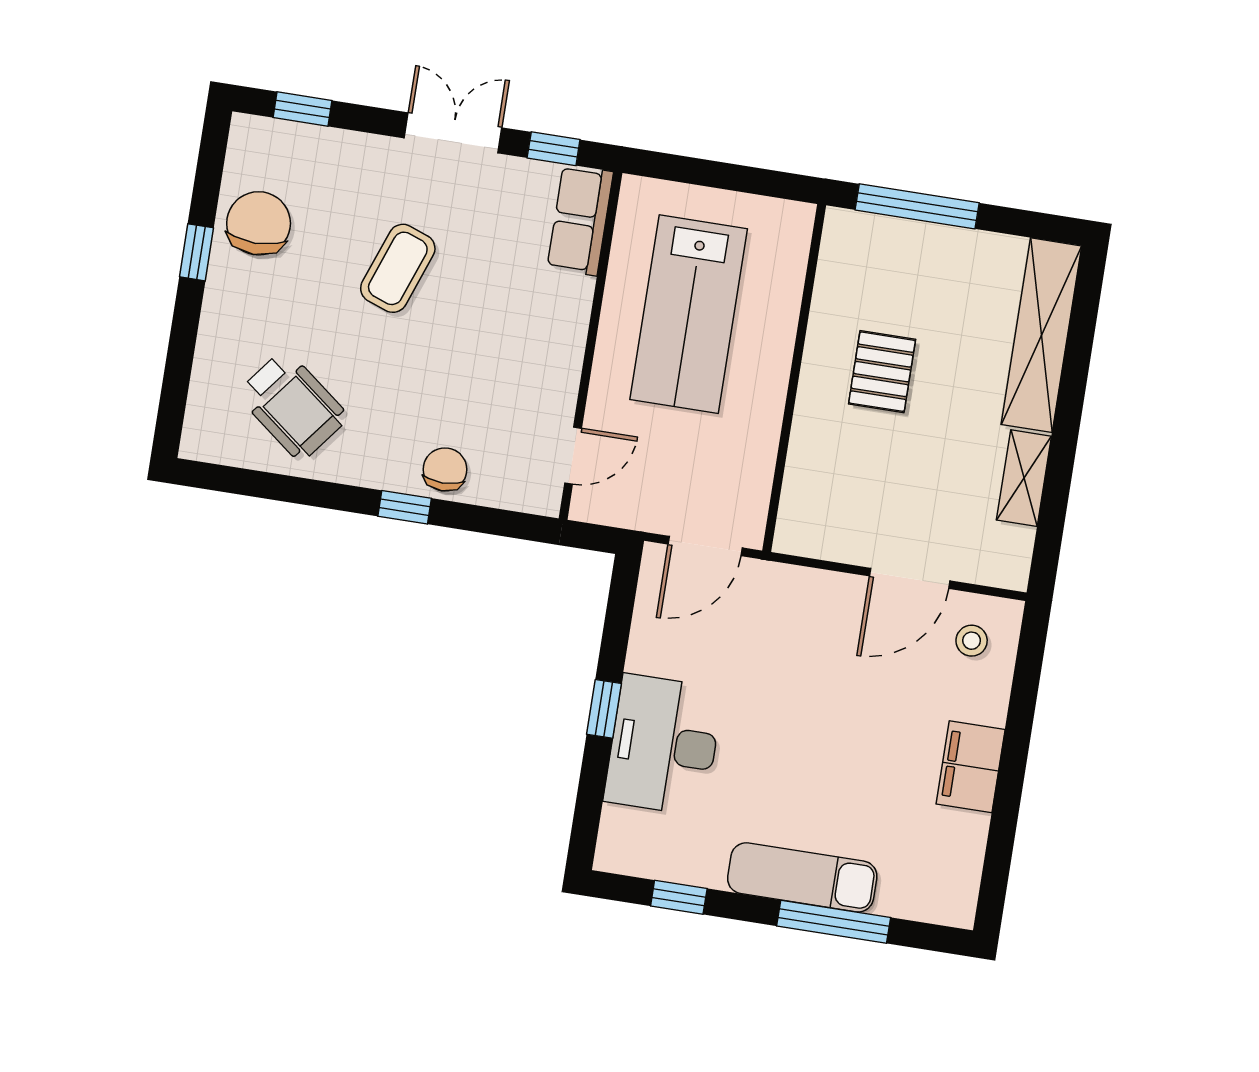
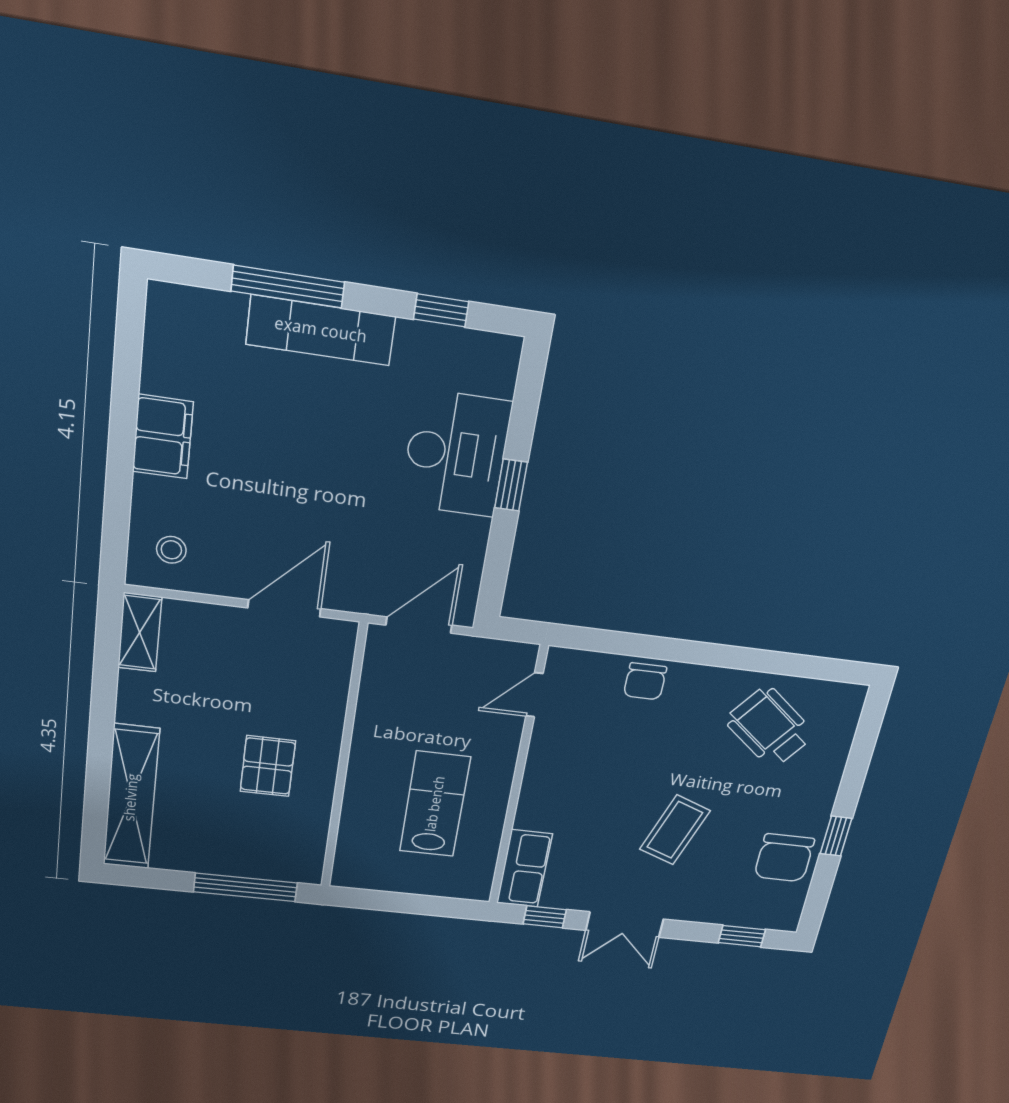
lab bench: (689, 314) -> (435, 804), width x0.73, depth x0.72
shelving: (1024, 478) -> (140, 632), moved
window: (405, 507) -> (682, 651), removed
door: (910, 578) -> (284, 608), moved

